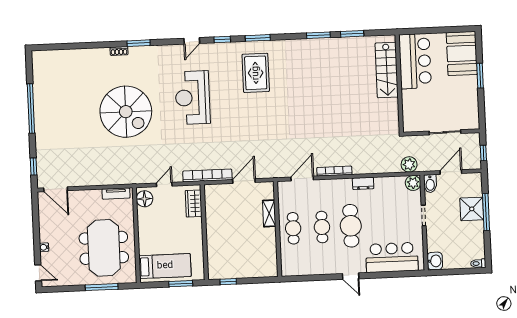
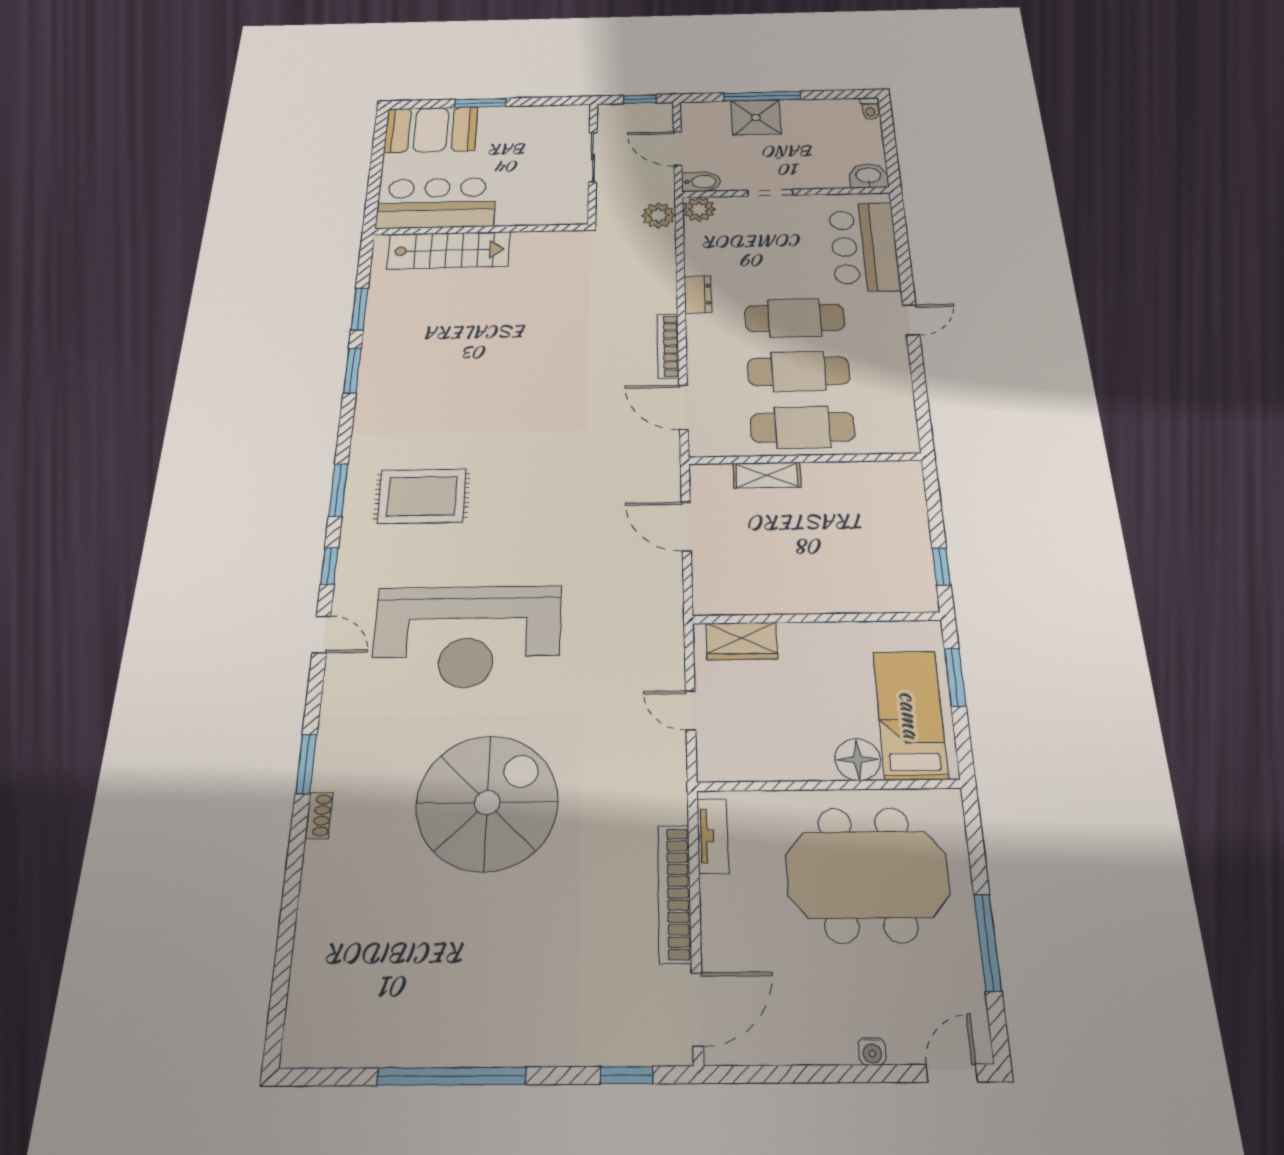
reception desk: (193, 98) -> (467, 636), width x1.36, depth x1.30
bookcase: (207, 176) -> (674, 893), moved
floor lamp: (145, 199) -> (858, 760), moved
cafe table: (322, 227) -> (798, 371), width x1.37, depth x1.35
cafe table: (293, 228) -> (803, 427), width x1.37, depth x1.35
window: (102, 287) -> (988, 942), moved

